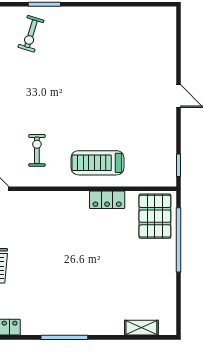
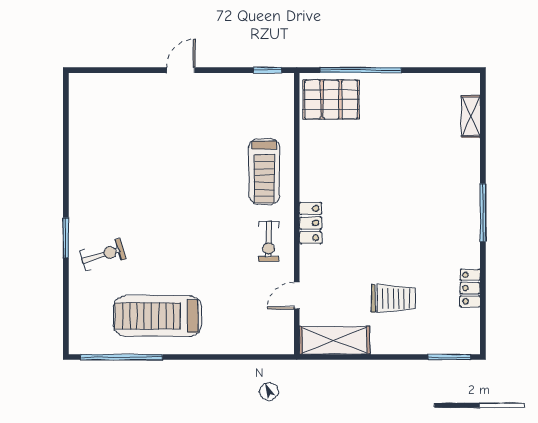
exercise bike: (31, 34) -> (103, 255), turned -34
exercise bike: (37, 150) -> (269, 241), moved, turned -90
locker: (107, 200) -> (311, 223), moved

